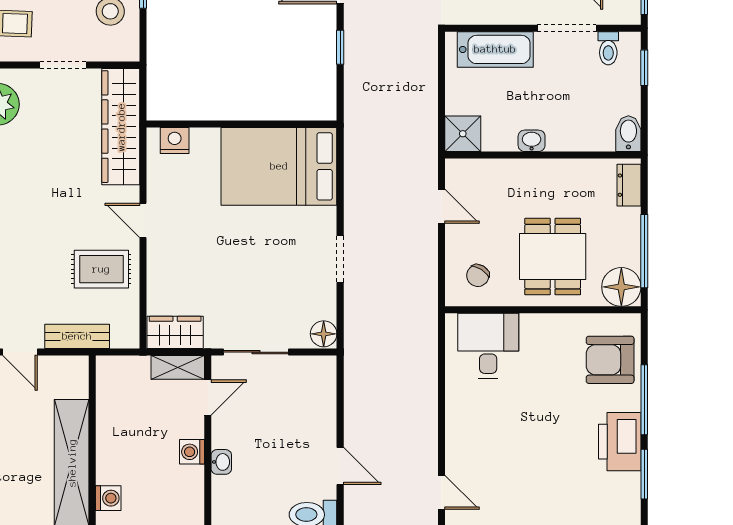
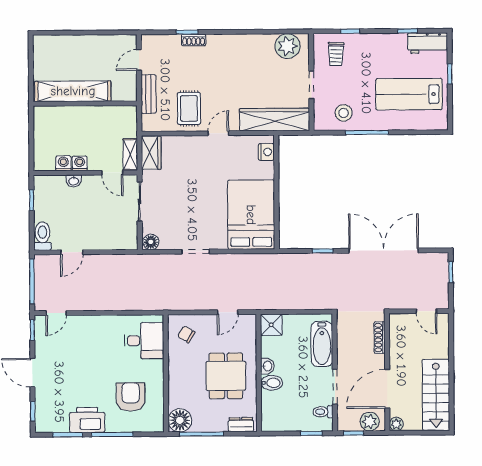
bidet: (628, 134) -> (272, 383), moved
dining table: (553, 257) -> (226, 376), moved, turned 90
armchair: (610, 360) -> (131, 397), moved
washing machine: (108, 498) -> (63, 163), moved, turned 180

